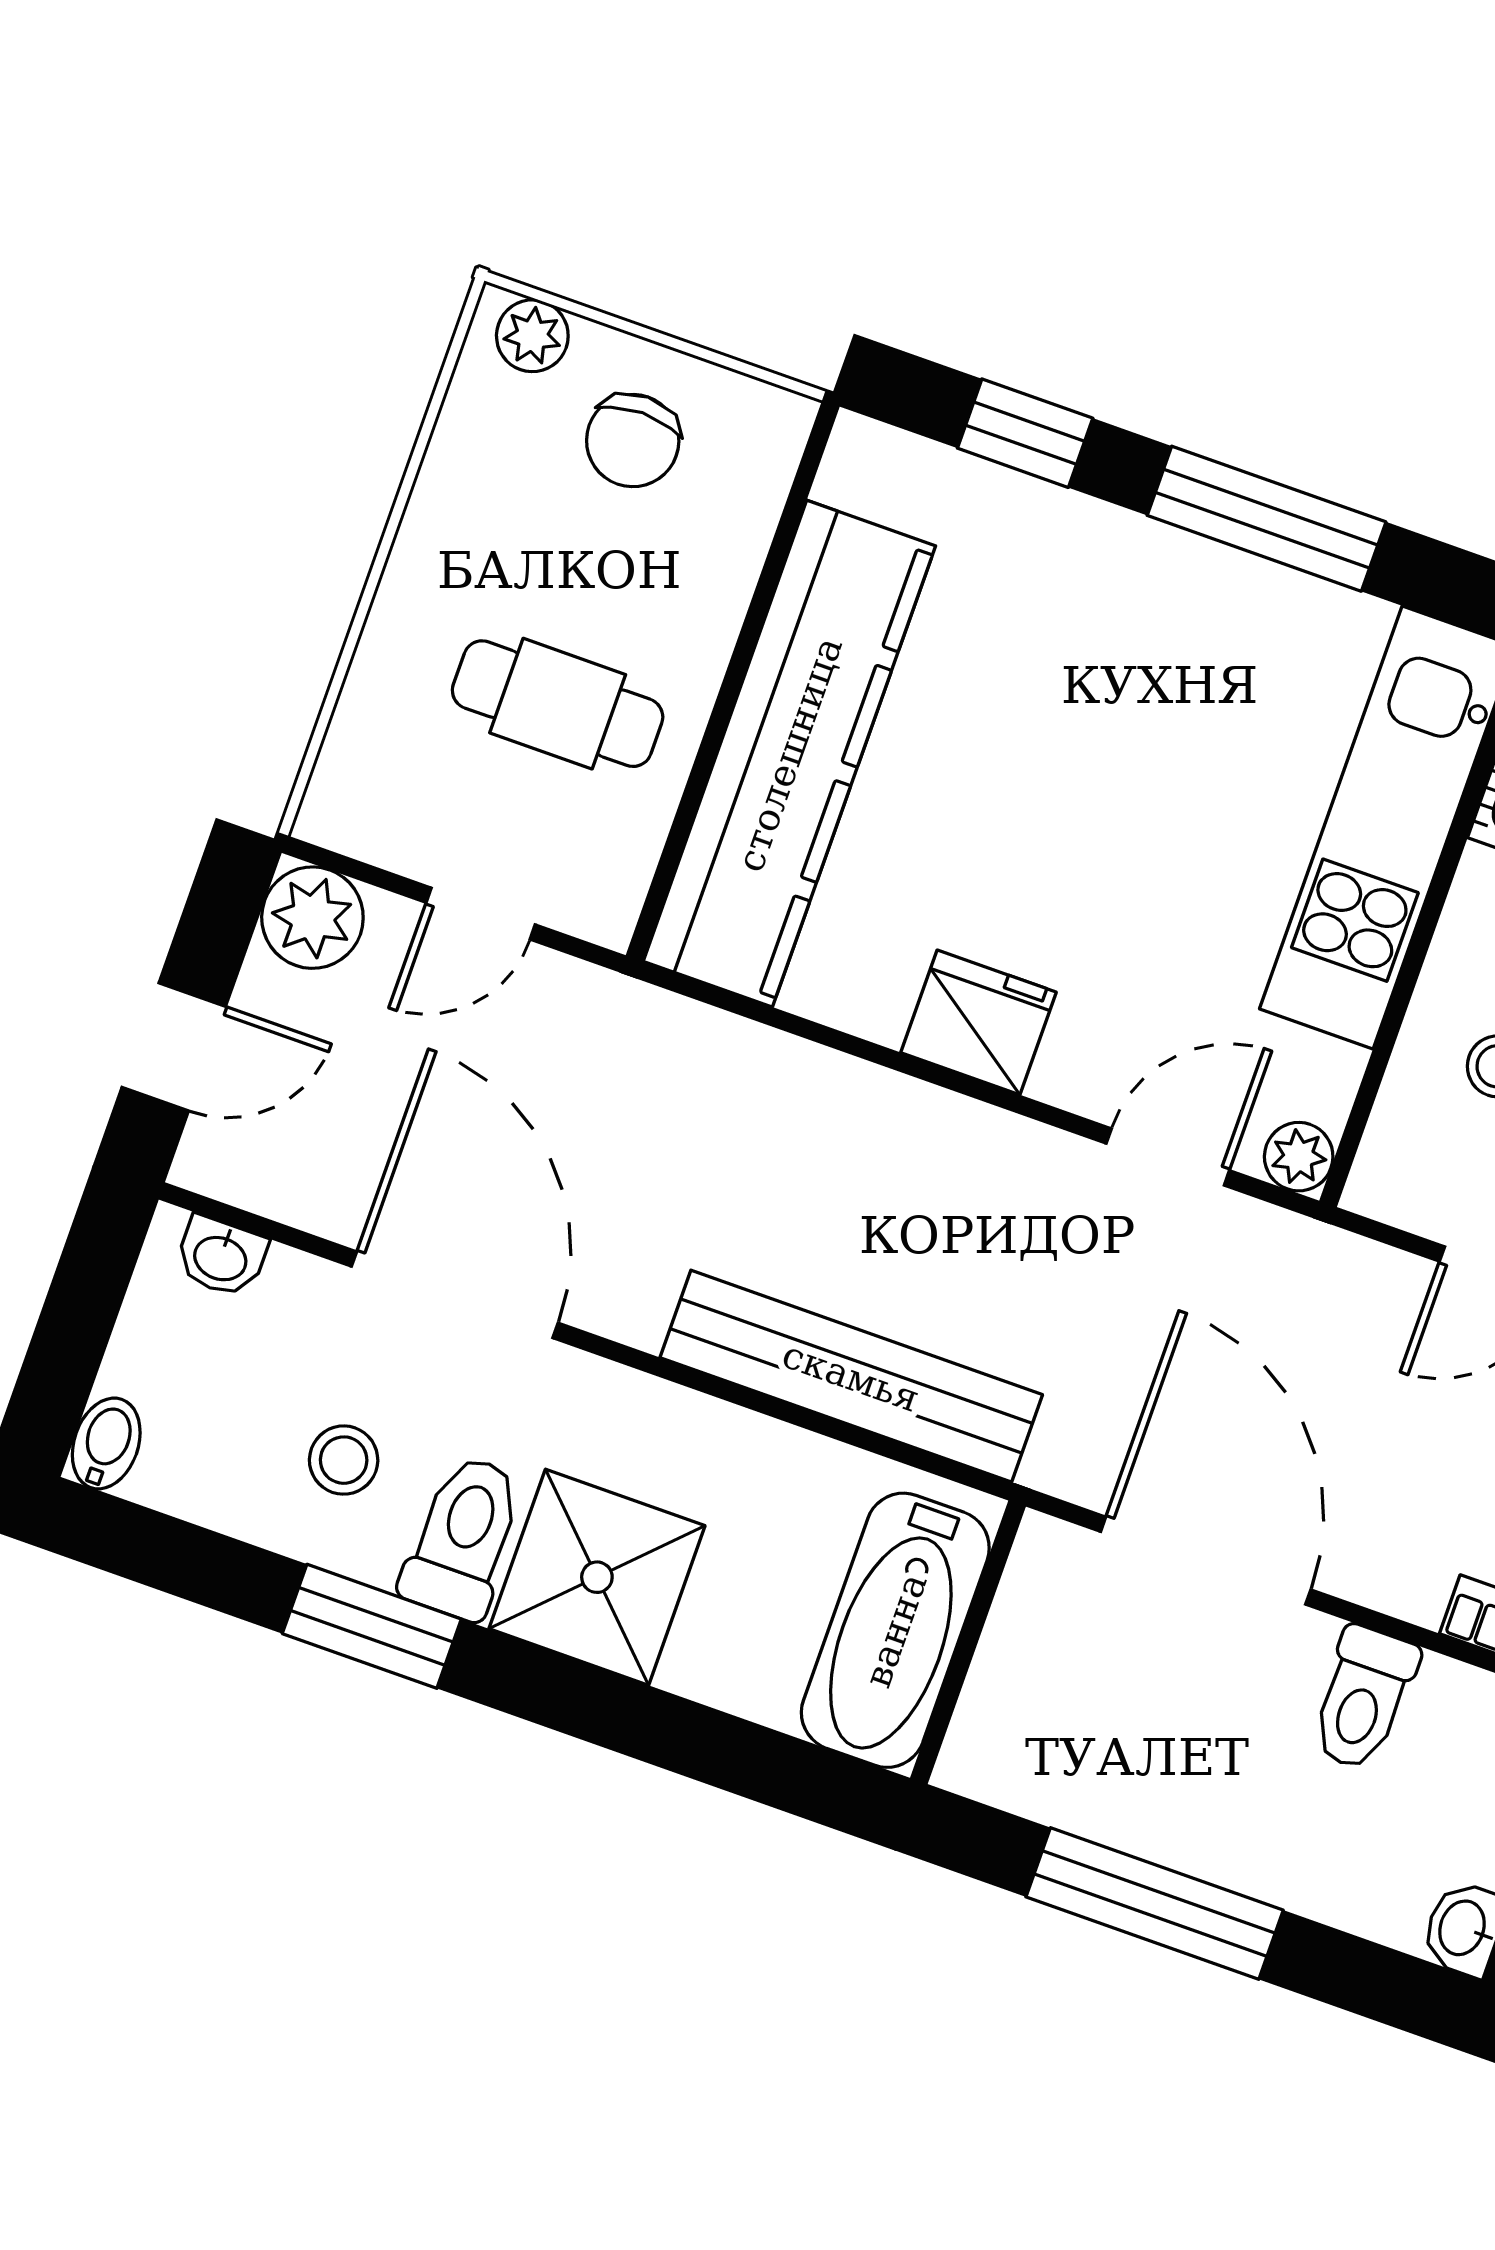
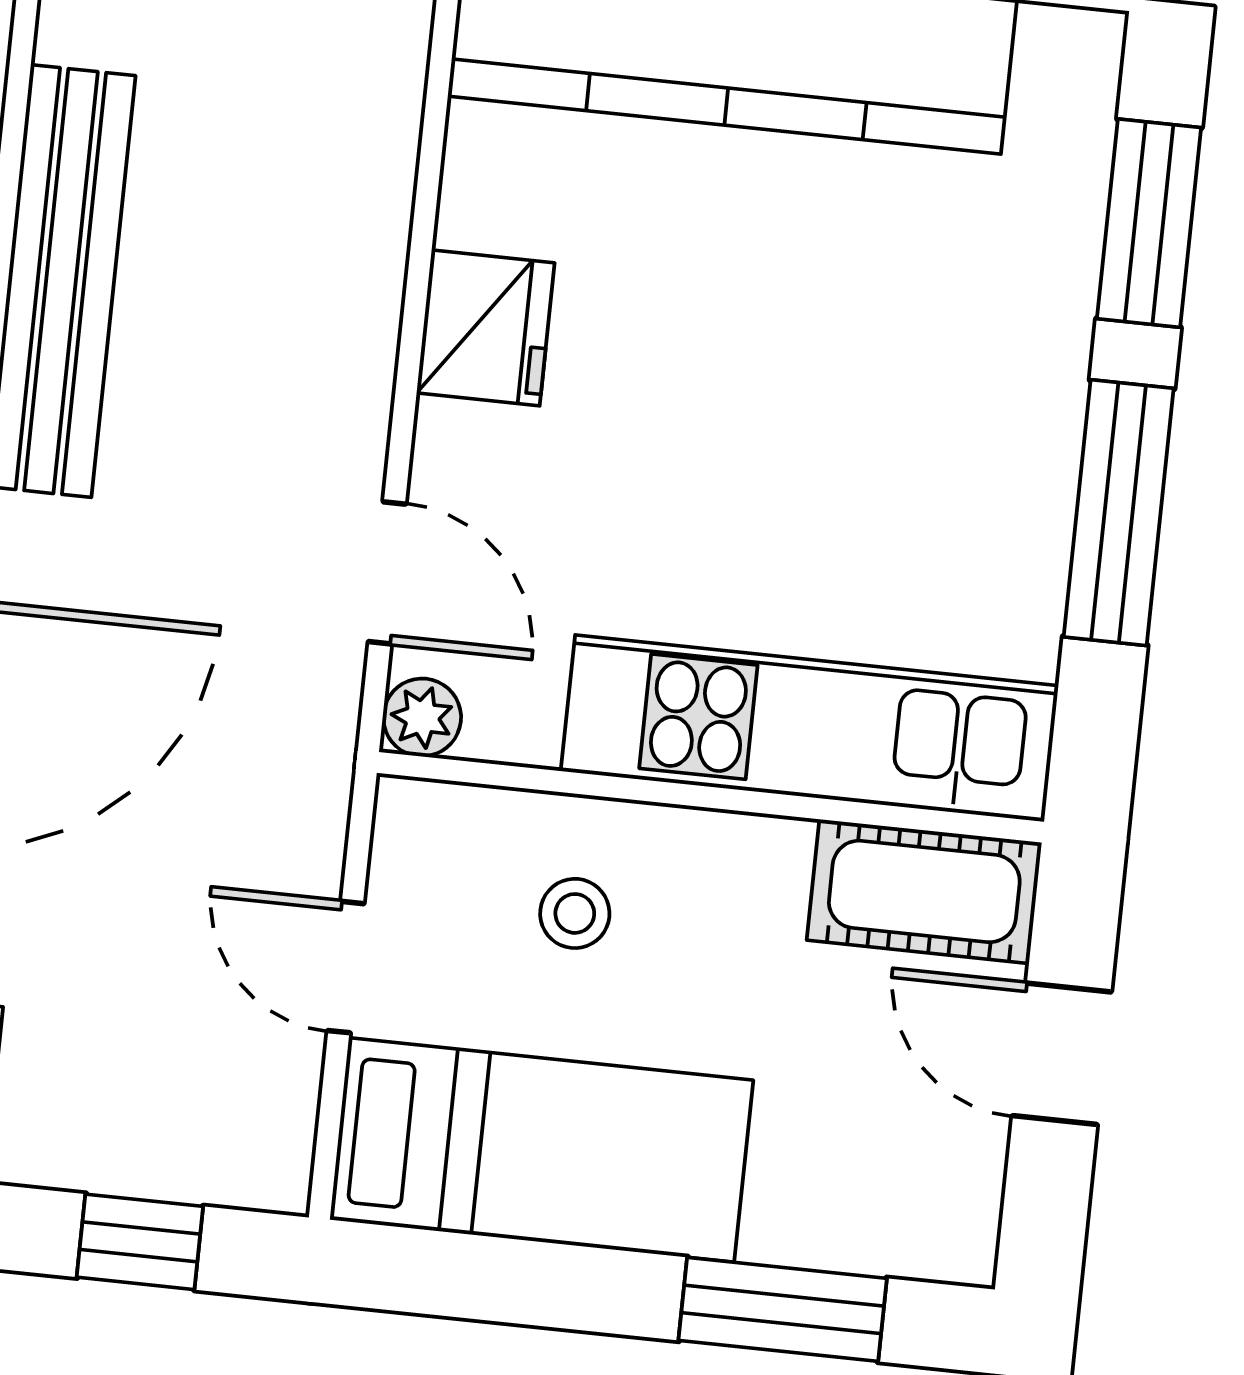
window: (1025, 433) -> (1149, 223), width x1.50

